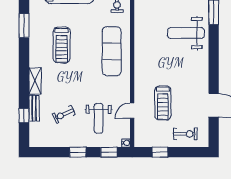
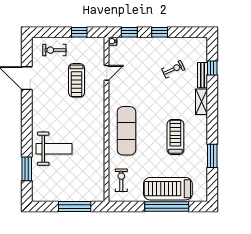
treadmill: (163, 103) -> (77, 80), turned 180
weight bench: (99, 118) -> (139, 65), removed

